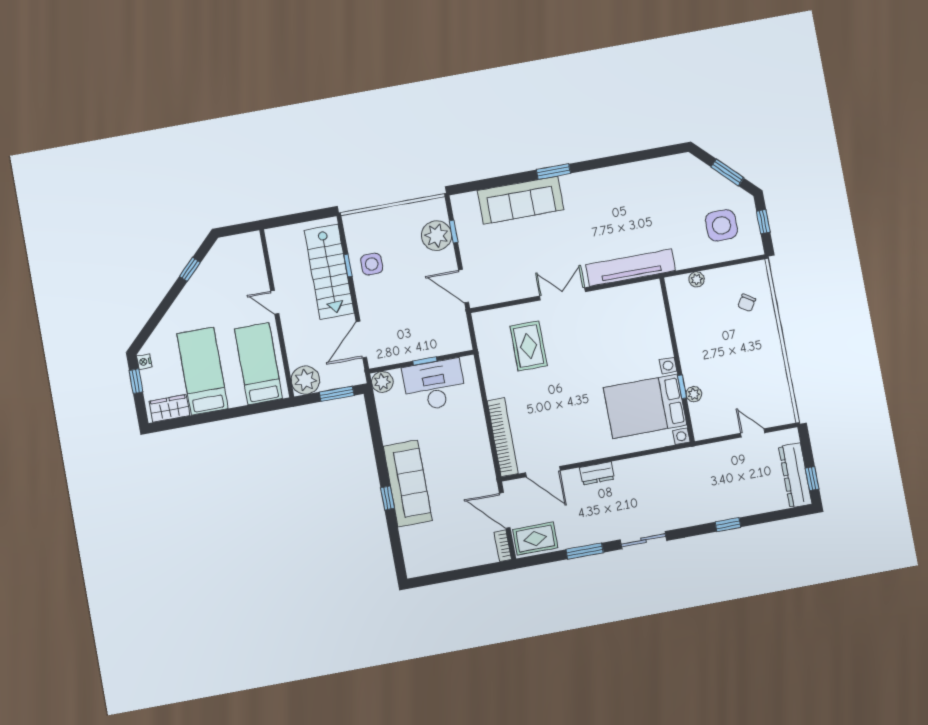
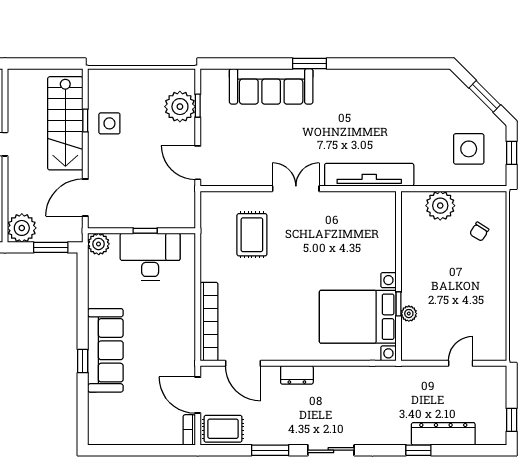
plant: (697, 279) -> (440, 206), width x1.87, depth x1.87
door: (753, 433) -> (461, 363), hinge flipped
dresser: (795, 475) -> (443, 434), moved, turned 90

